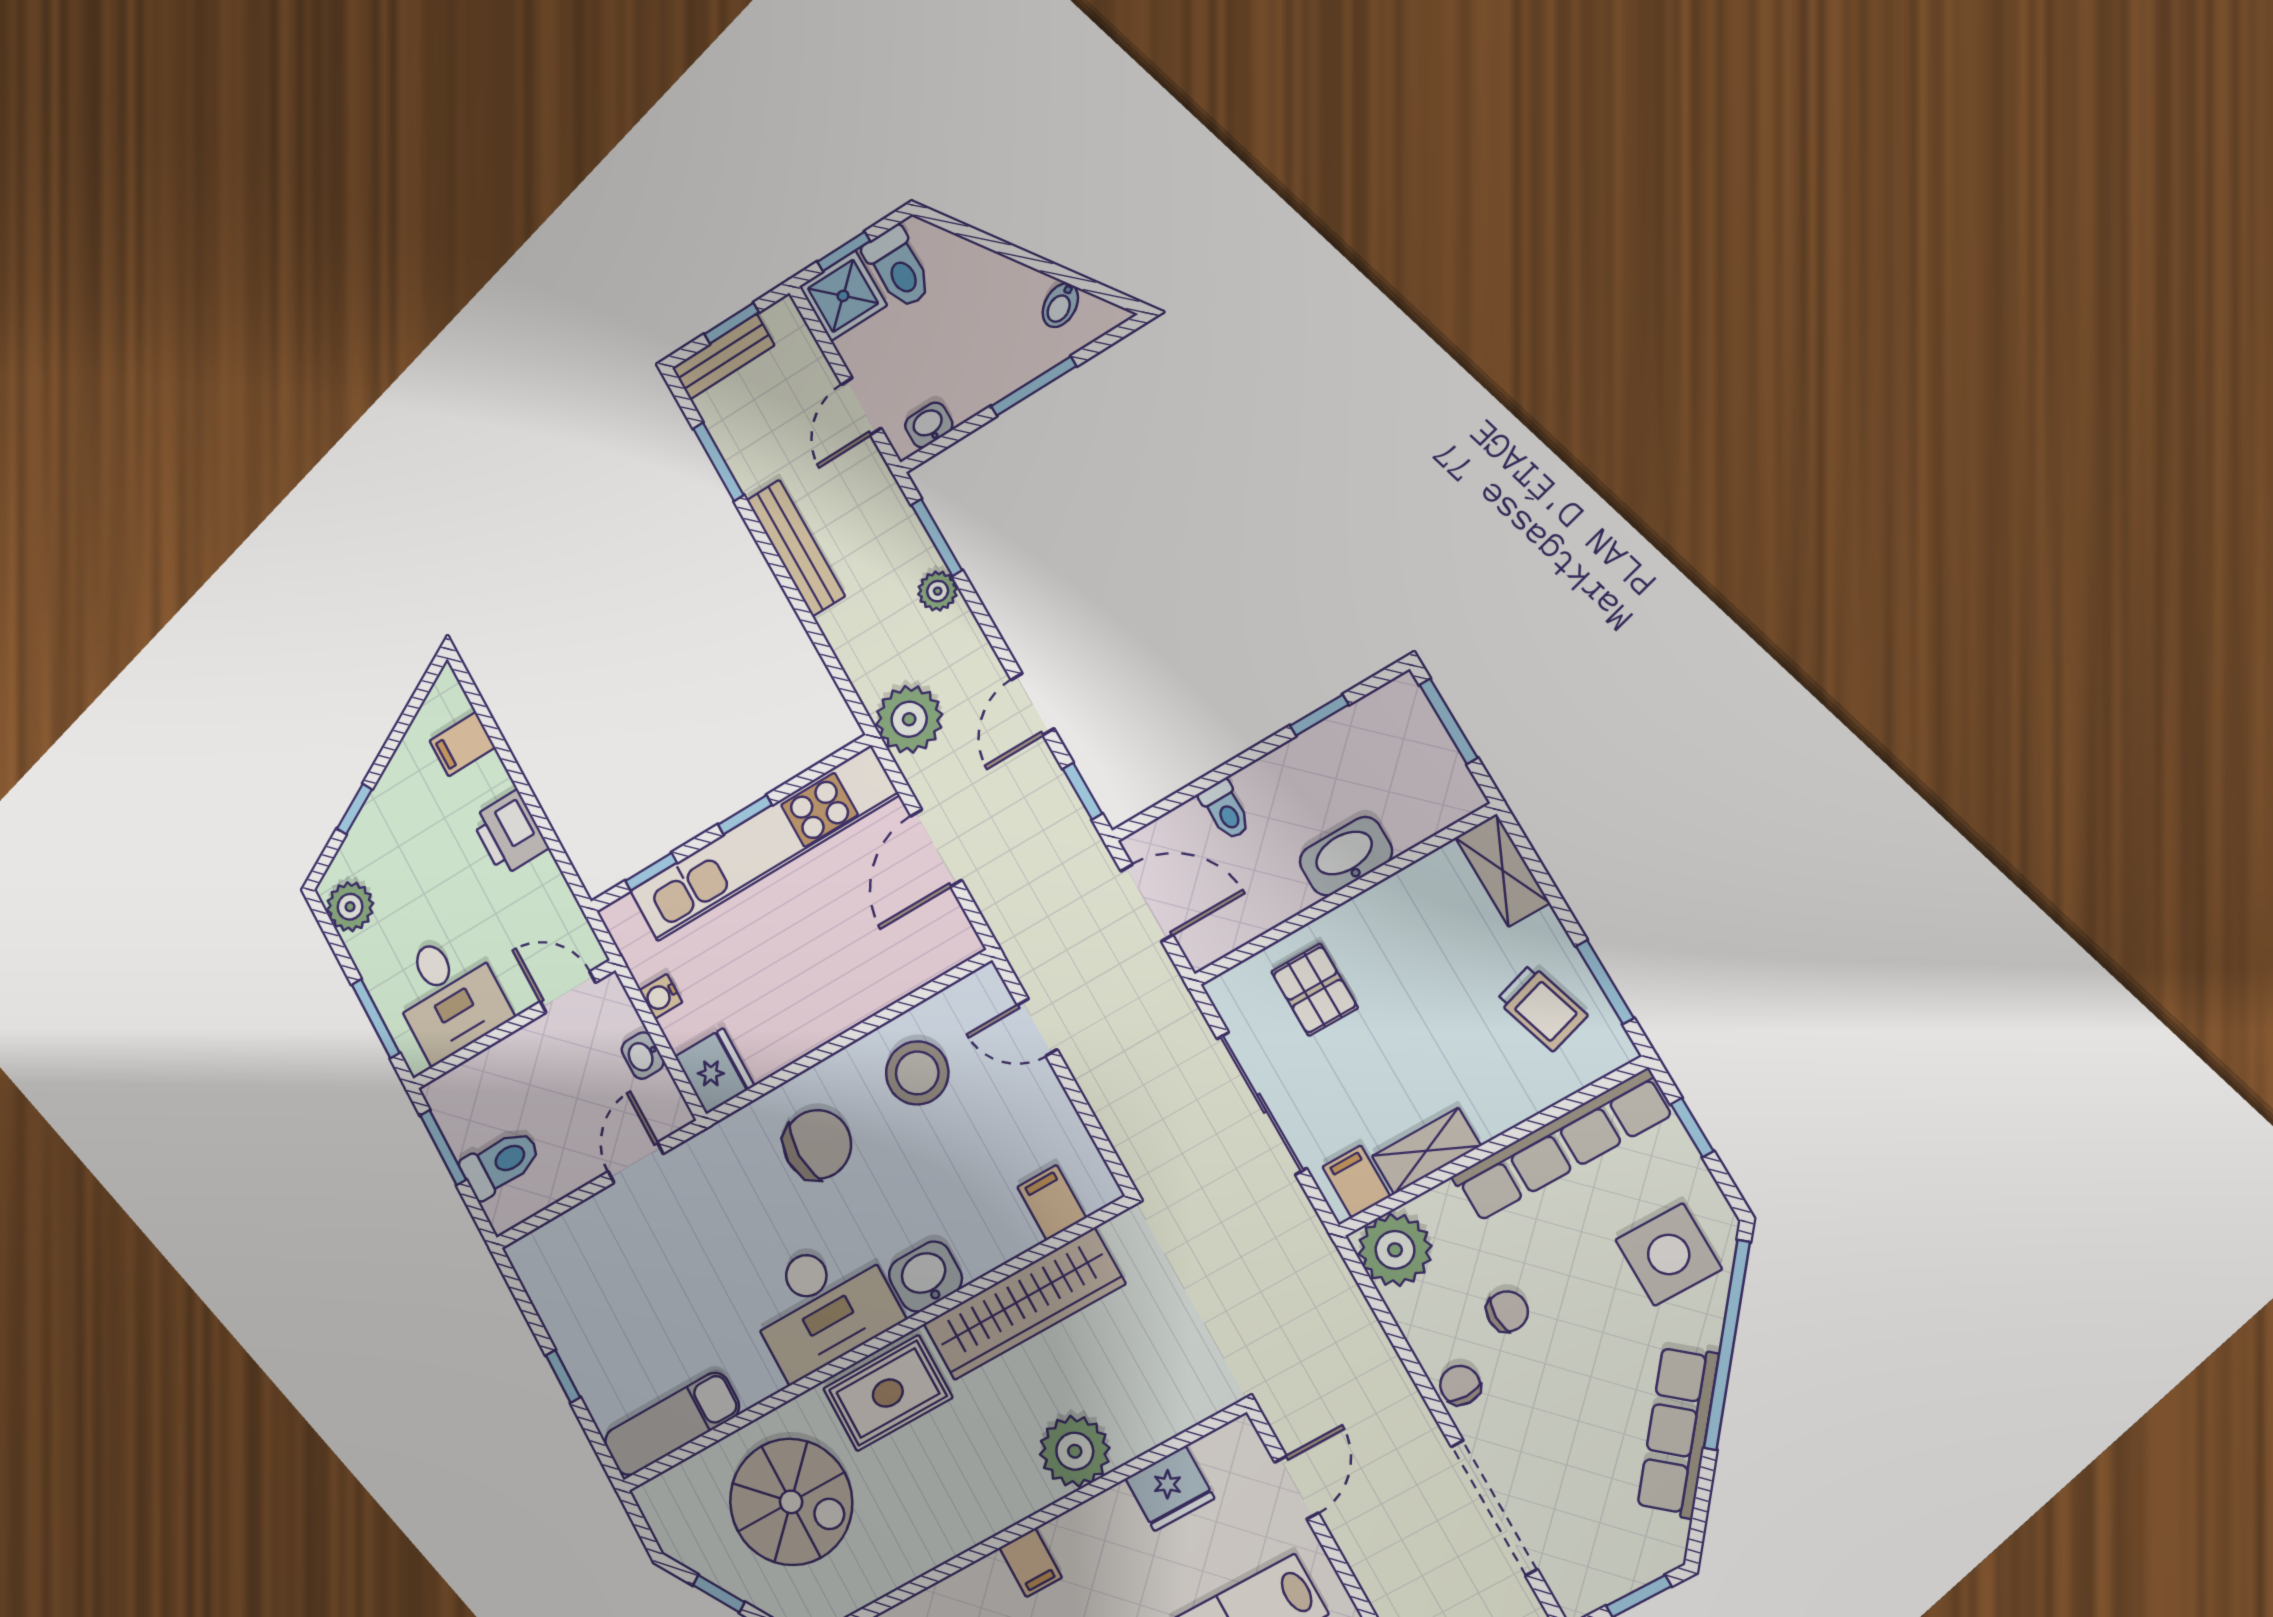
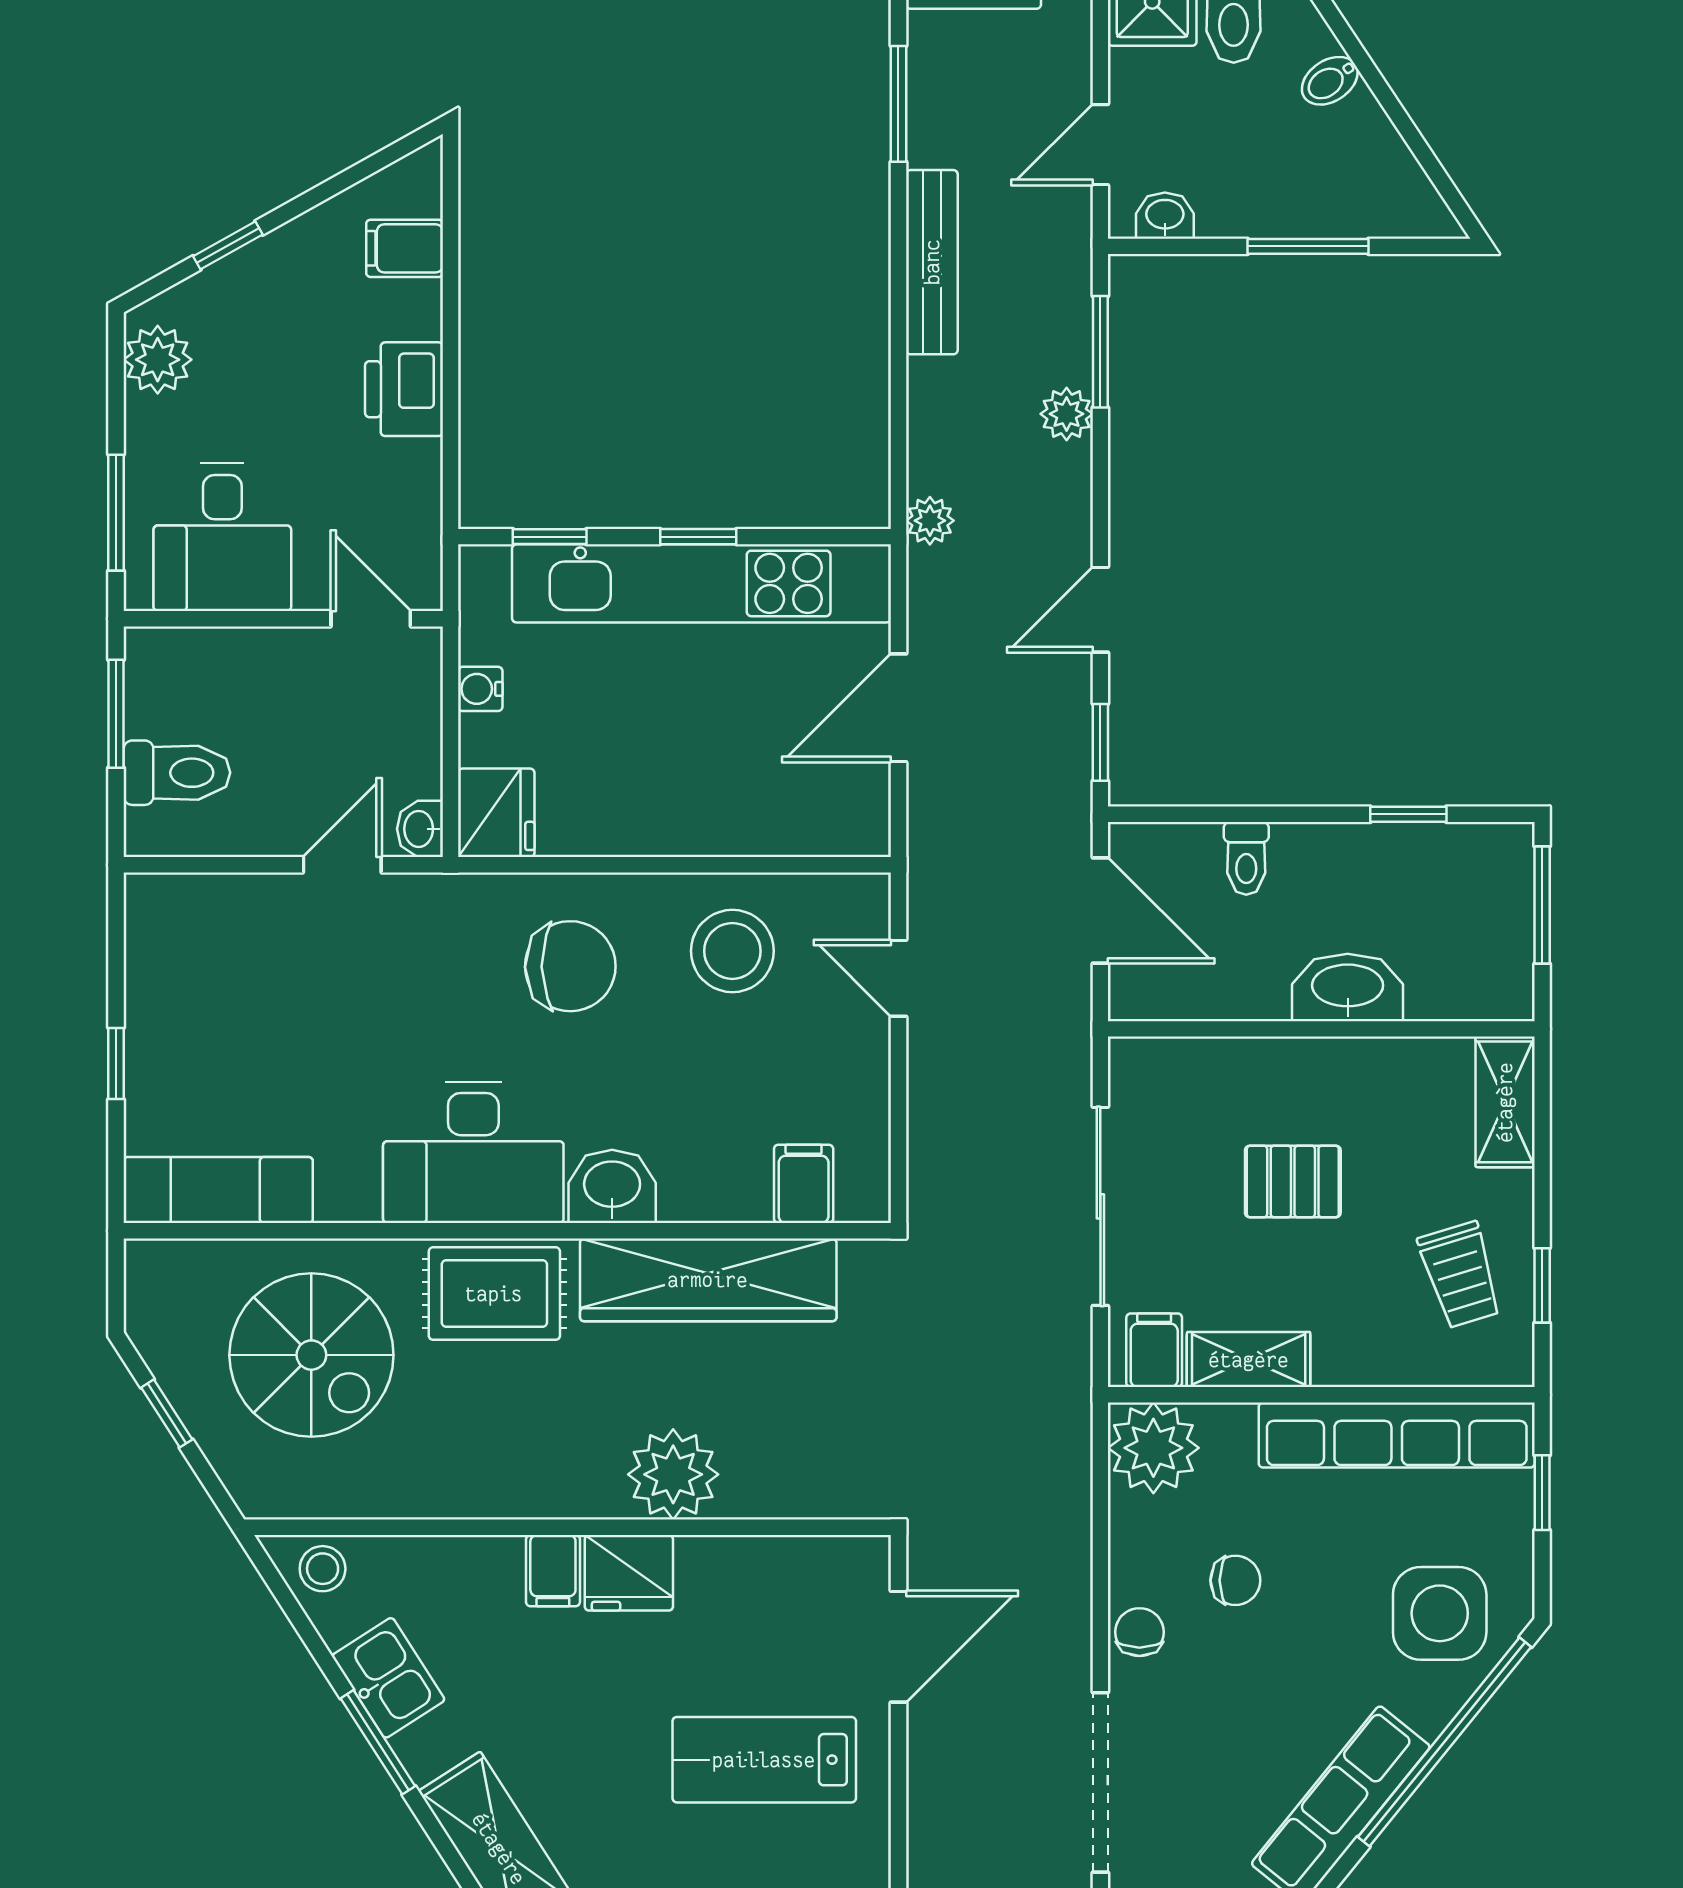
bidet: (1060, 305) -> (1330, 81), moved
plant: (909, 719) -> (930, 521), width x0.53, depth x0.53
window: (1605, 982) -> (1542, 1285), width x0.67
pallet: (1315, 990) -> (1293, 1182), moved, turned 90
washbasin: (643, 1056) -> (420, 829), moved
door: (1296, 1487) -> (898, 1647), width x1.38
fridge: (1170, 1489) -> (629, 1573), moved

